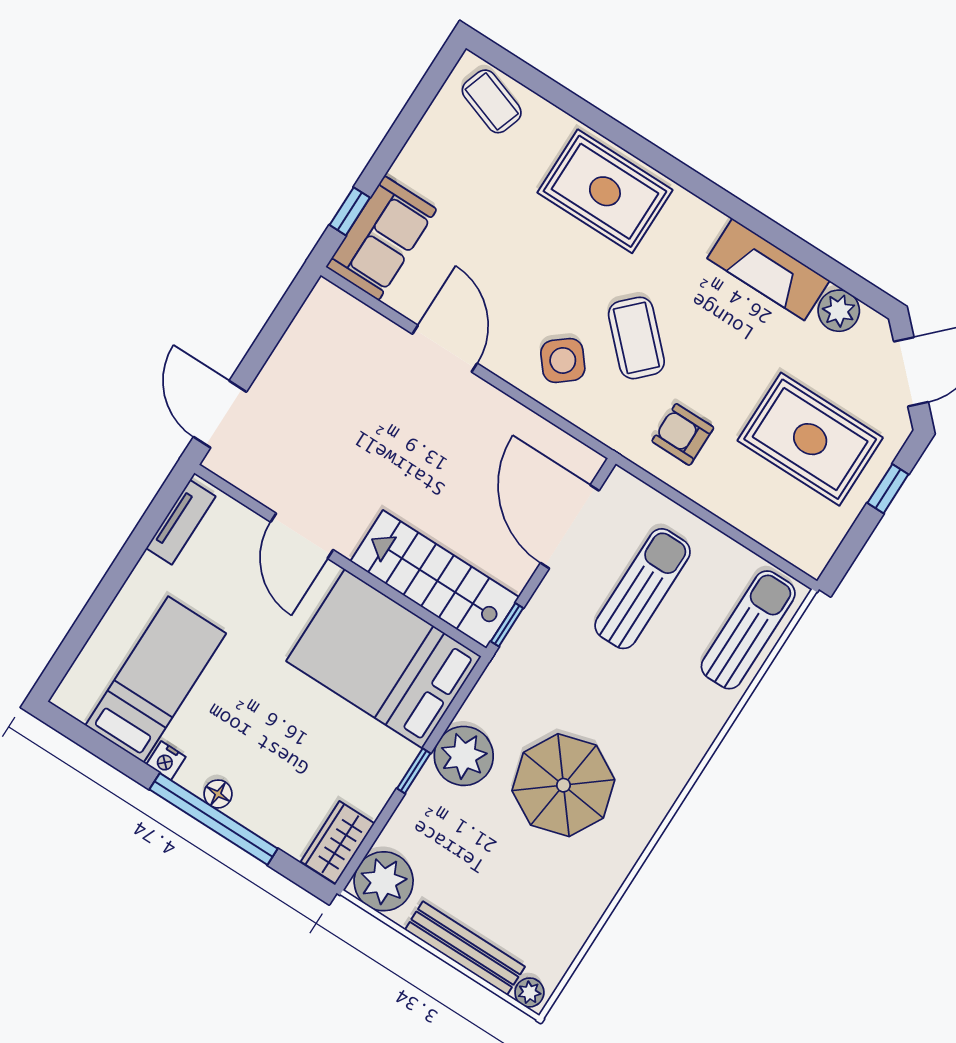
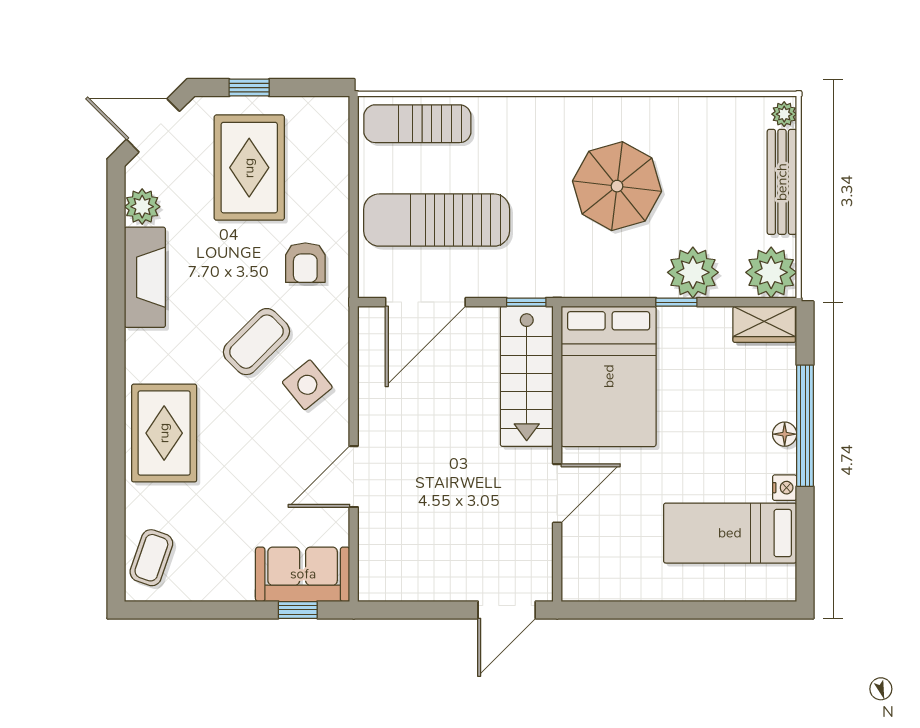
tv unit: (181, 522) -> (604, 588), removed
sun lounger: (643, 589) -> (437, 220), width x1.36, depth x1.34
plant: (464, 756) -> (693, 272), moved

